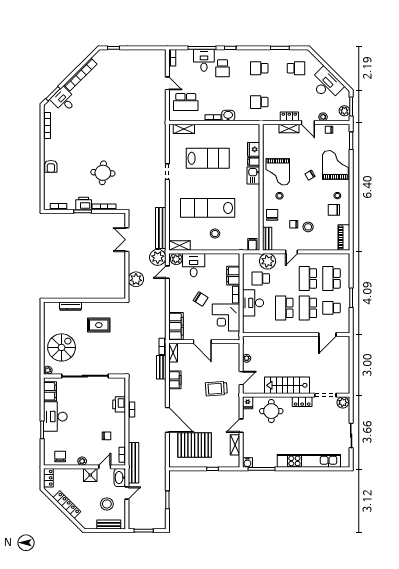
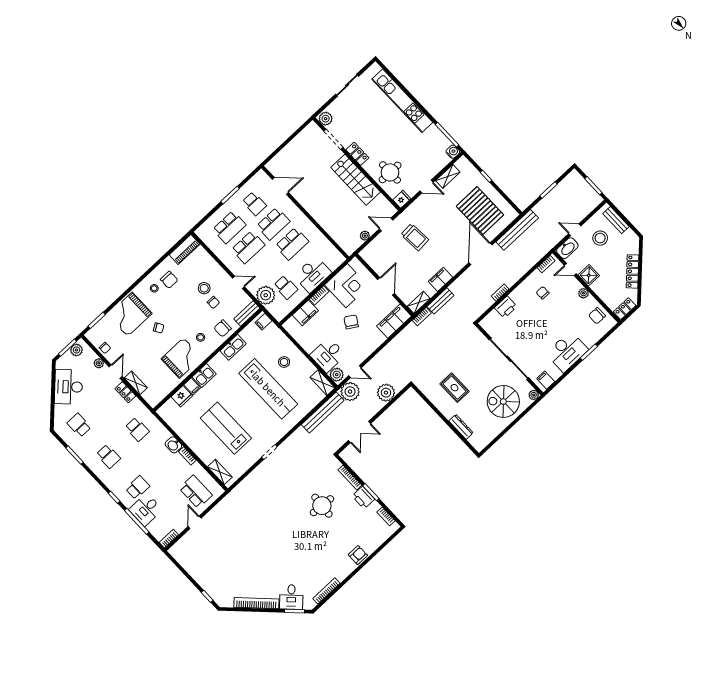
kitchen sink: (254, 210) -> (233, 347), added
filing cabinet: (50, 391) -> (546, 380), width x0.50
bench: (133, 463) -> (517, 230), moved

